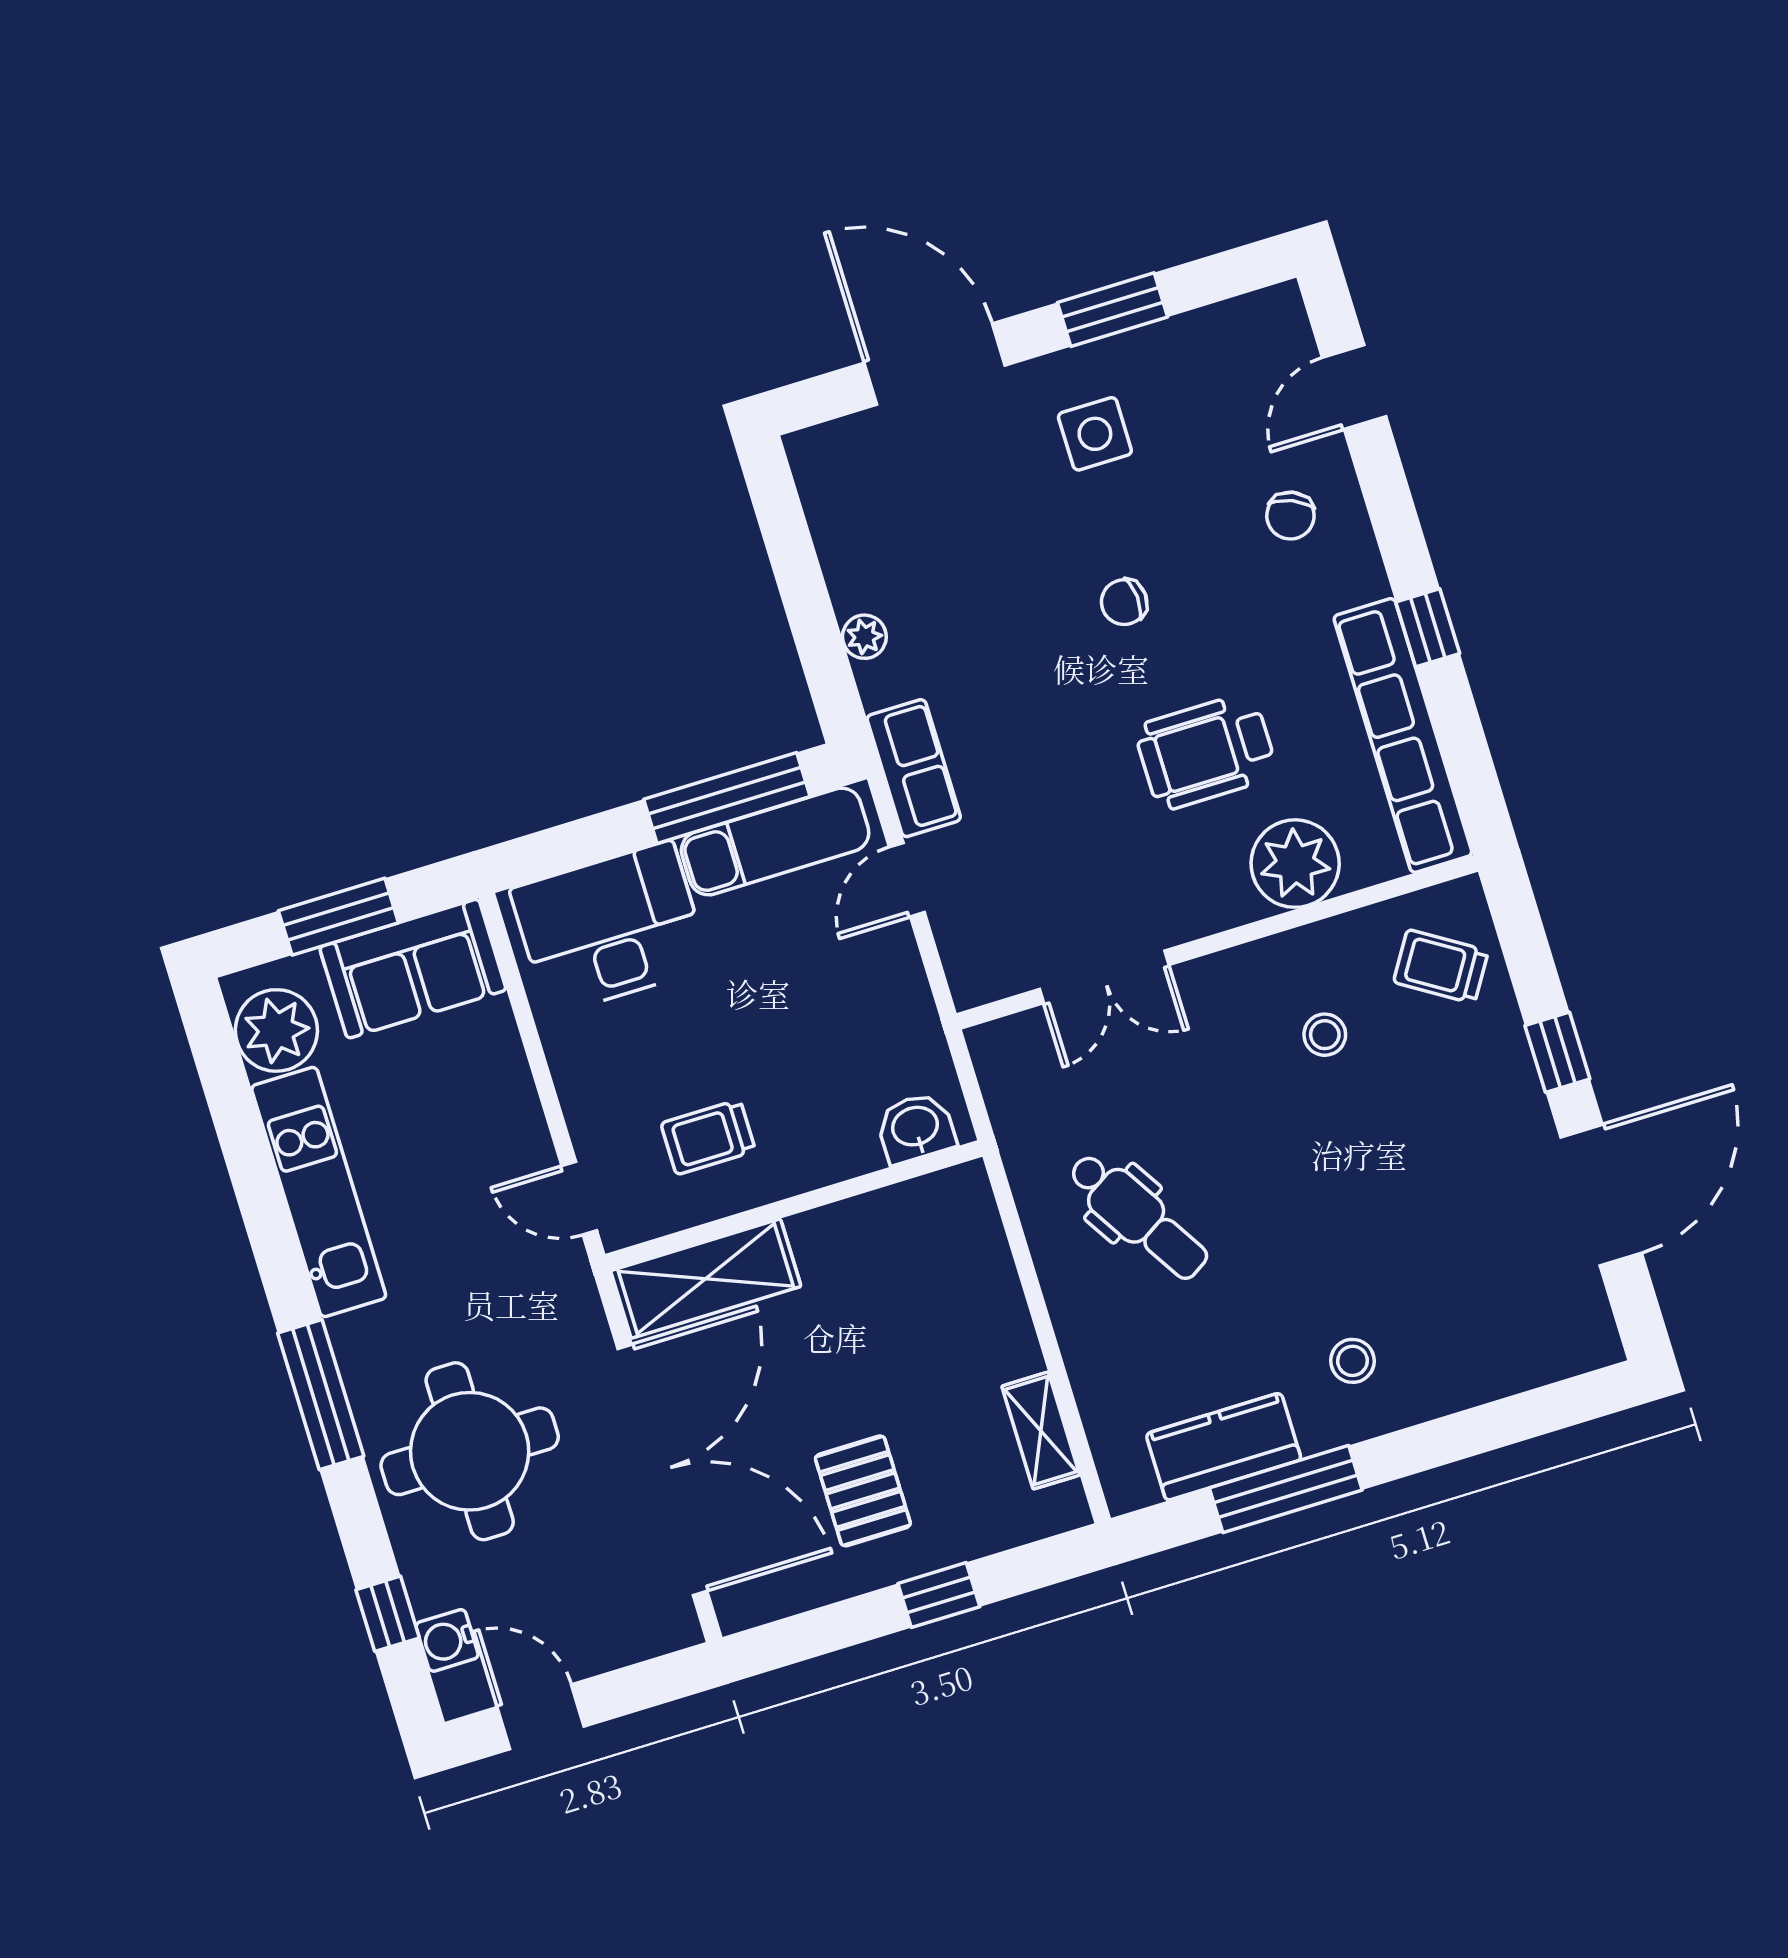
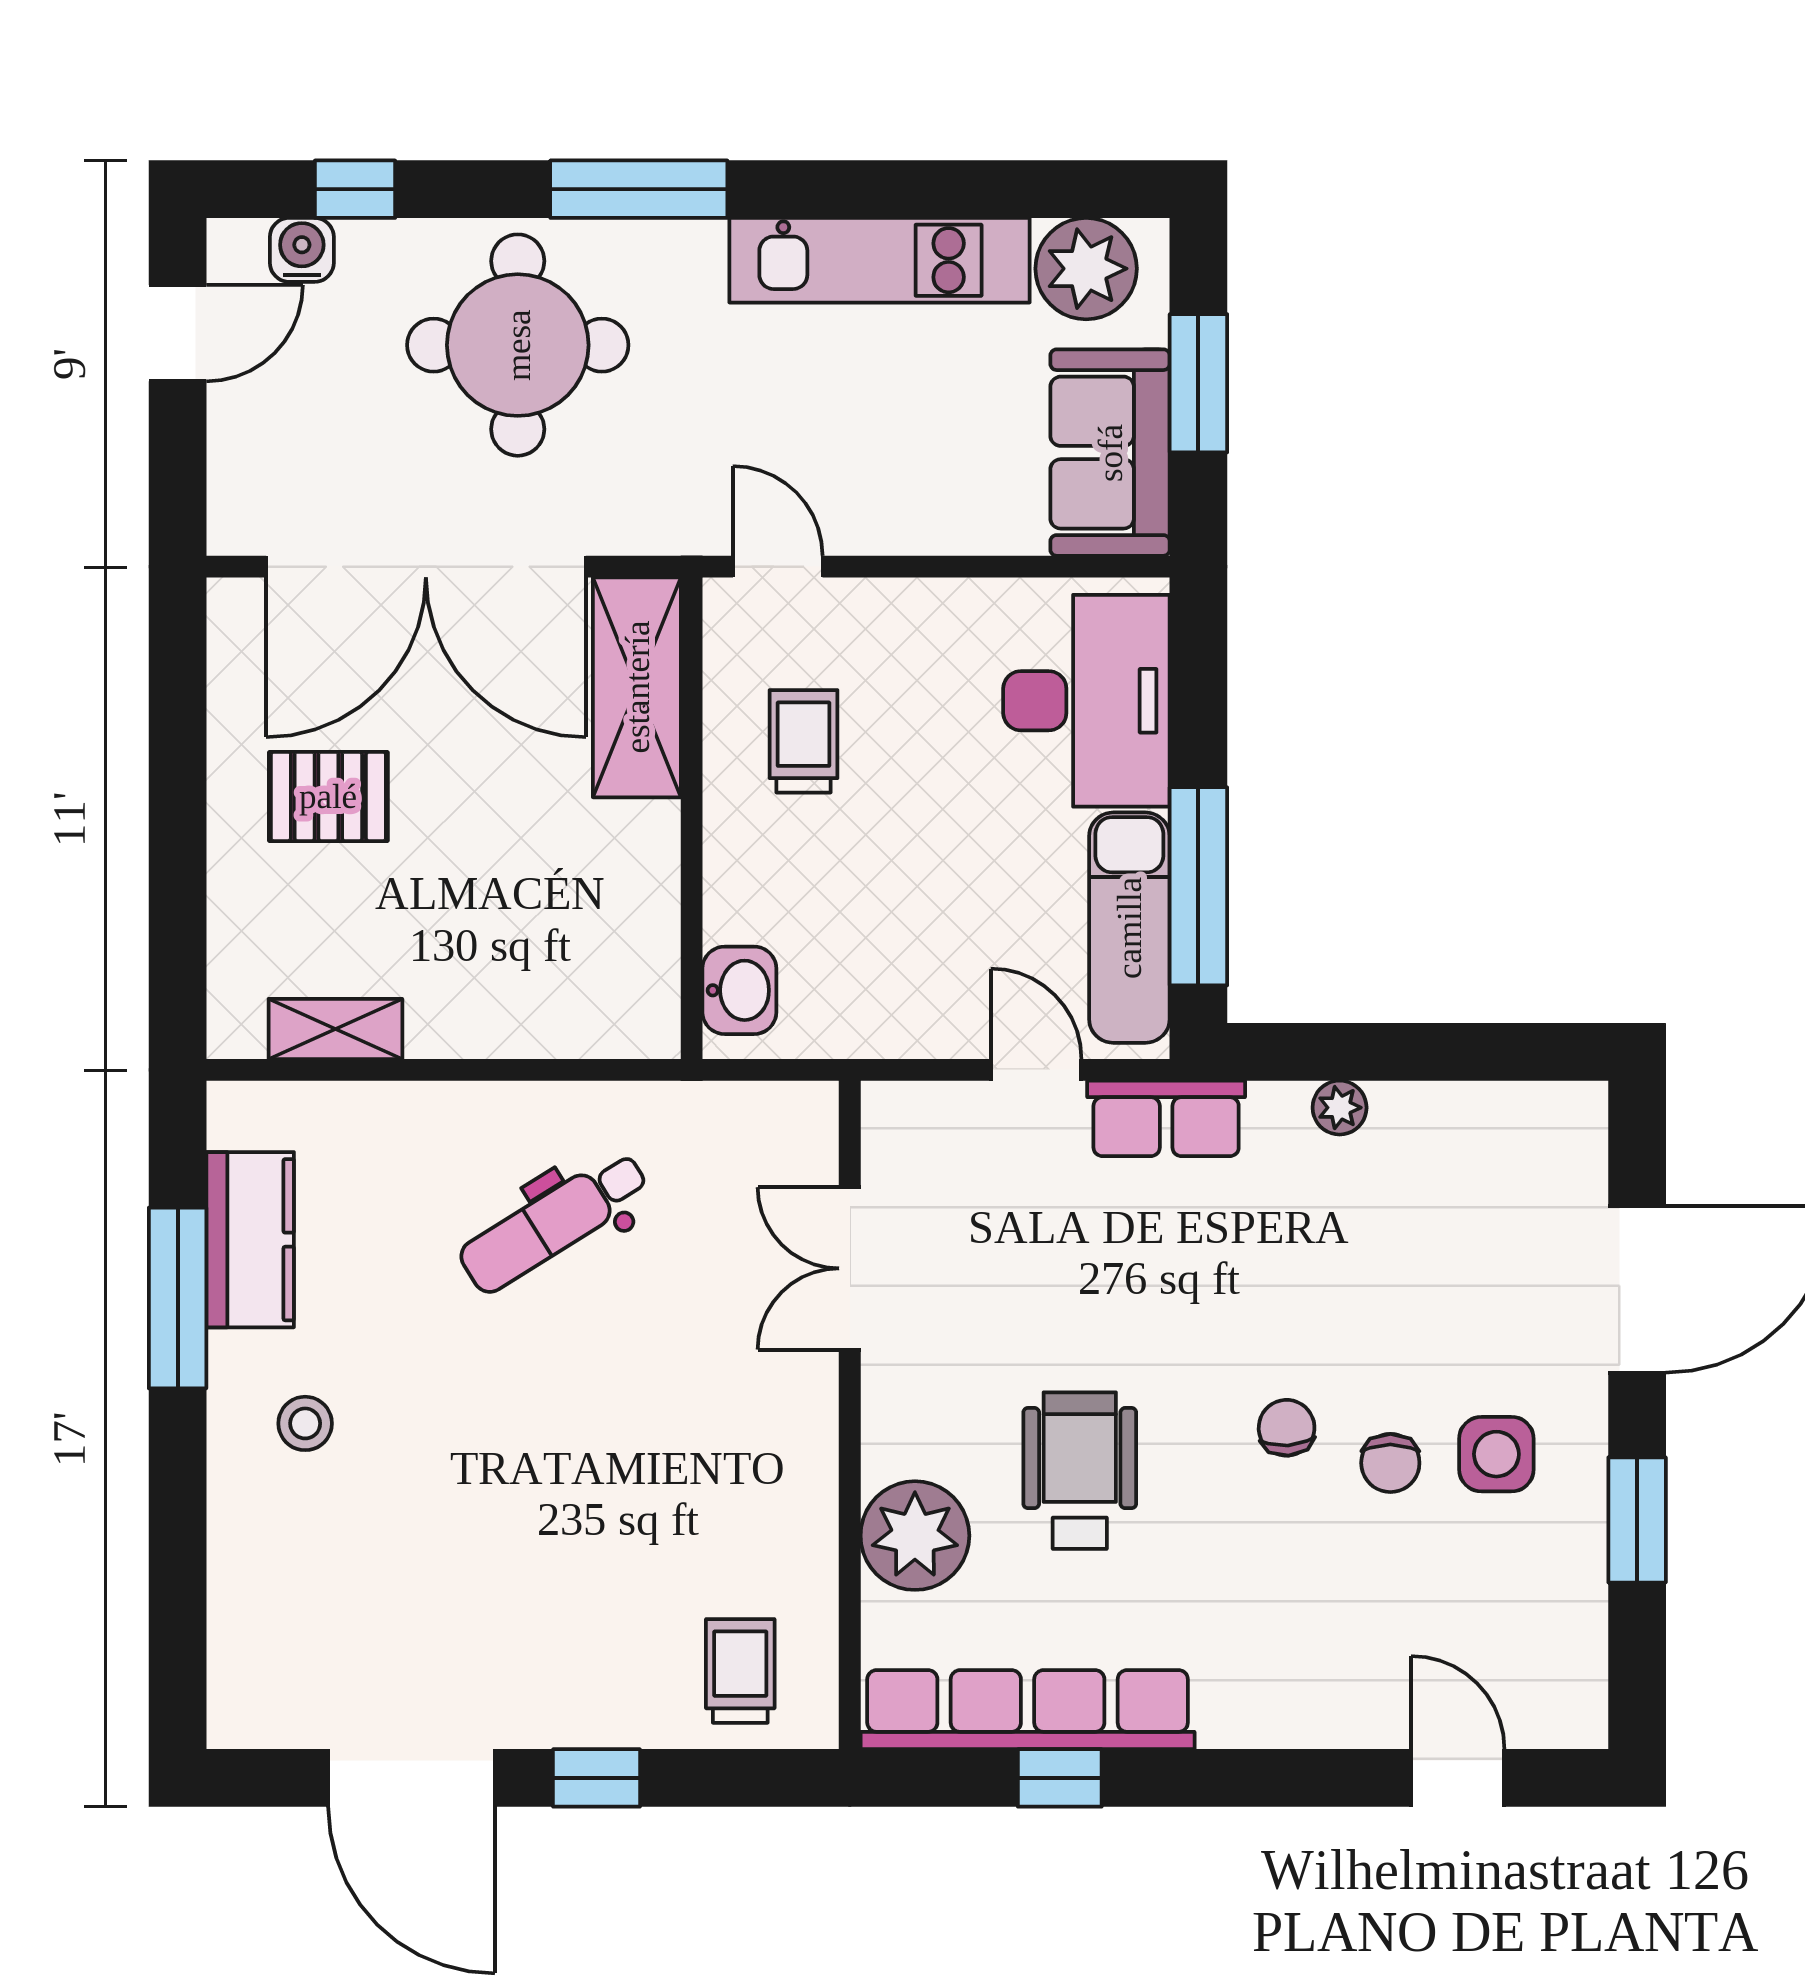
chair: (1290, 516) -> (1390, 1463), moved, turned -113
window: (1428, 628) -> (1060, 1778), moved
trolley: (1441, 966) -> (740, 1671), turned -32
stool: (1325, 1035) -> (702, 1509), removed
door: (579, 1198) -> (778, 567), hinge flipped
window: (939, 1595) -> (178, 849), removed

